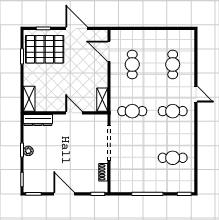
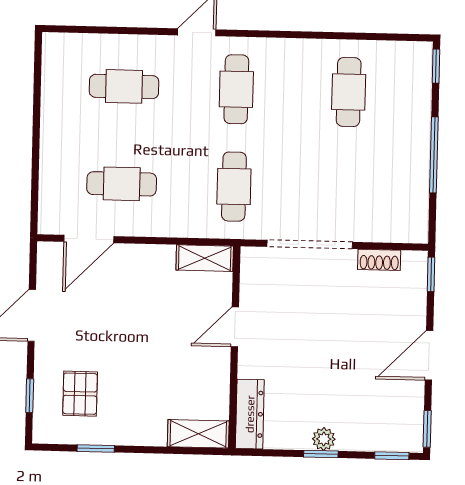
pallet: (45, 49) -> (80, 394), width x0.49, depth x0.50

